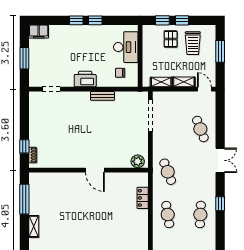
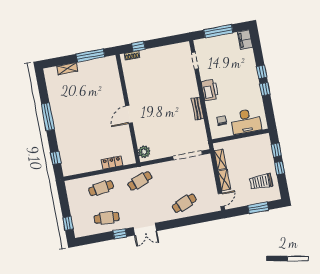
pallet: (171, 39) -> (261, 161), removed
window: (24, 58) -> (218, 31), width x1.44
double door: (220, 160) -> (145, 229), moved

